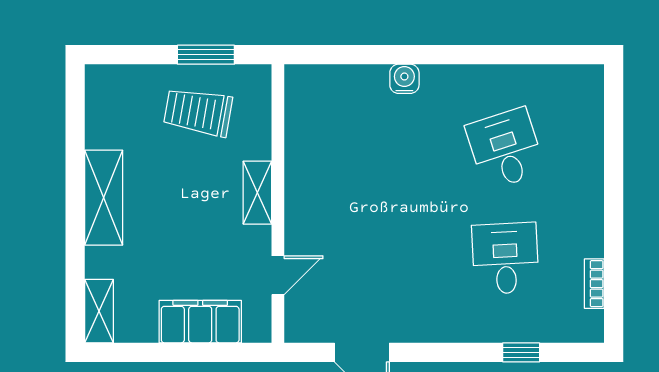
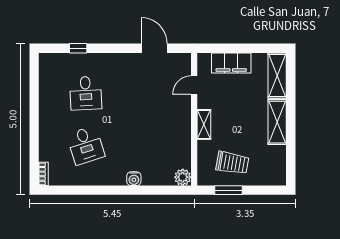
plant: (302, 82) -> (183, 177), added
bookcase: (594, 284) -> (43, 174), moved
shelving: (99, 311) -> (277, 76), width x1.50, depth x1.33

